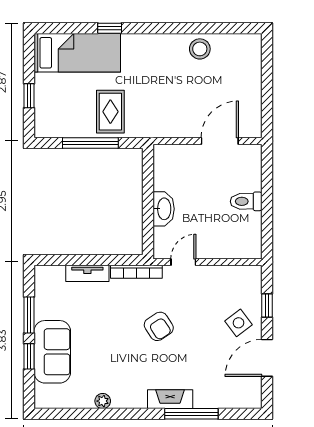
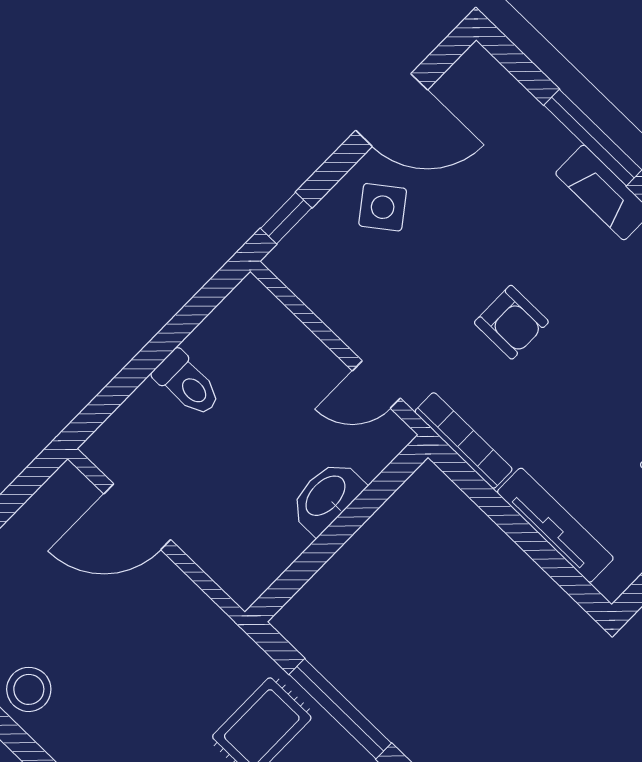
tv unit: (87, 273) -> (555, 525), width x1.41
window: (267, 305) -> (286, 218), moved
armchair: (159, 326) -> (511, 322), turned 123

